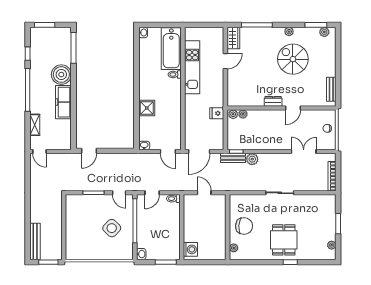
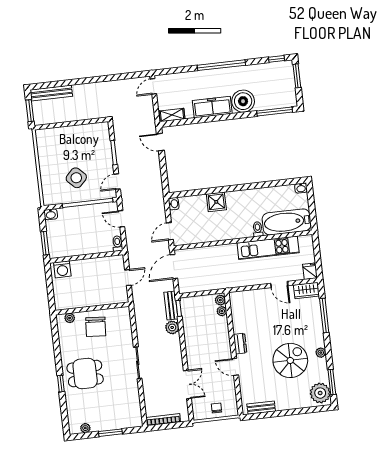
plant: (324, 32) -> (320, 393), width x1.87, depth x1.87
window: (28, 54) -> (276, 59), moved
fridge: (217, 113) -> (310, 271), moved
shelving: (35, 125) -> (172, 115), moved
door: (199, 152) -> (174, 267), hinge flipped

